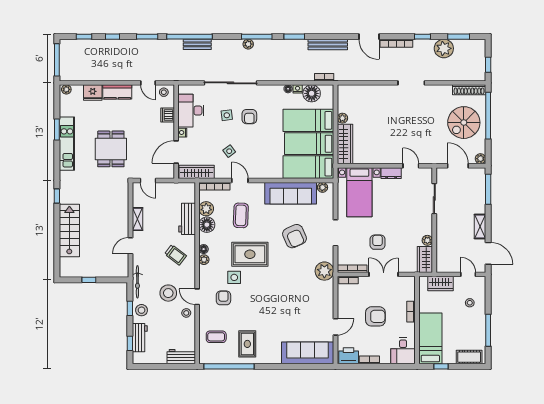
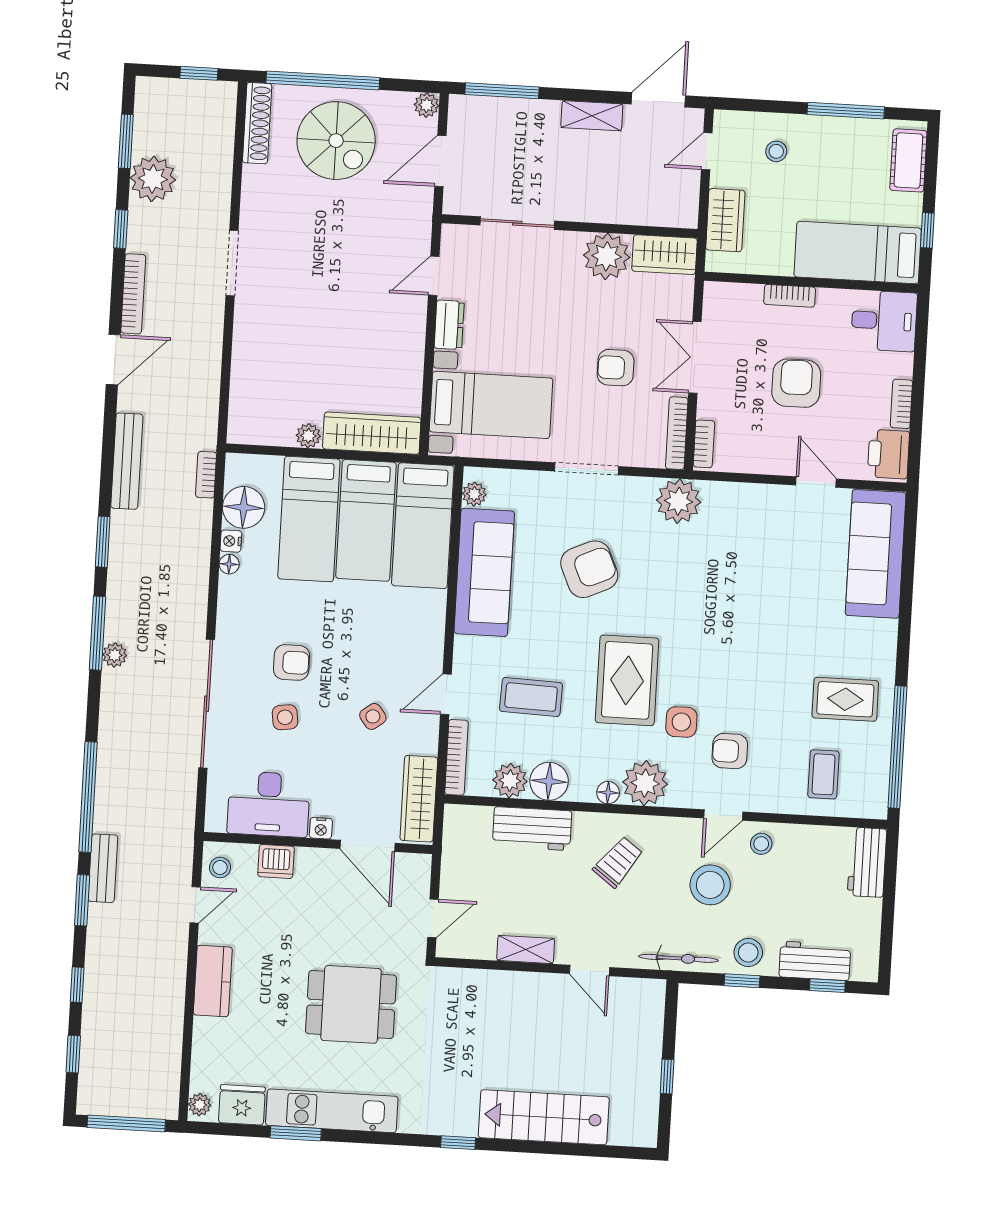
bench: (197, 44) -> (103, 868), moved
fridge: (93, 93) -> (242, 1105), moved, turned -90
plant: (427, 240) -> (607, 256), width x1.88, depth x1.88
plant: (204, 260) -> (645, 783), width x1.88, depth x1.88

